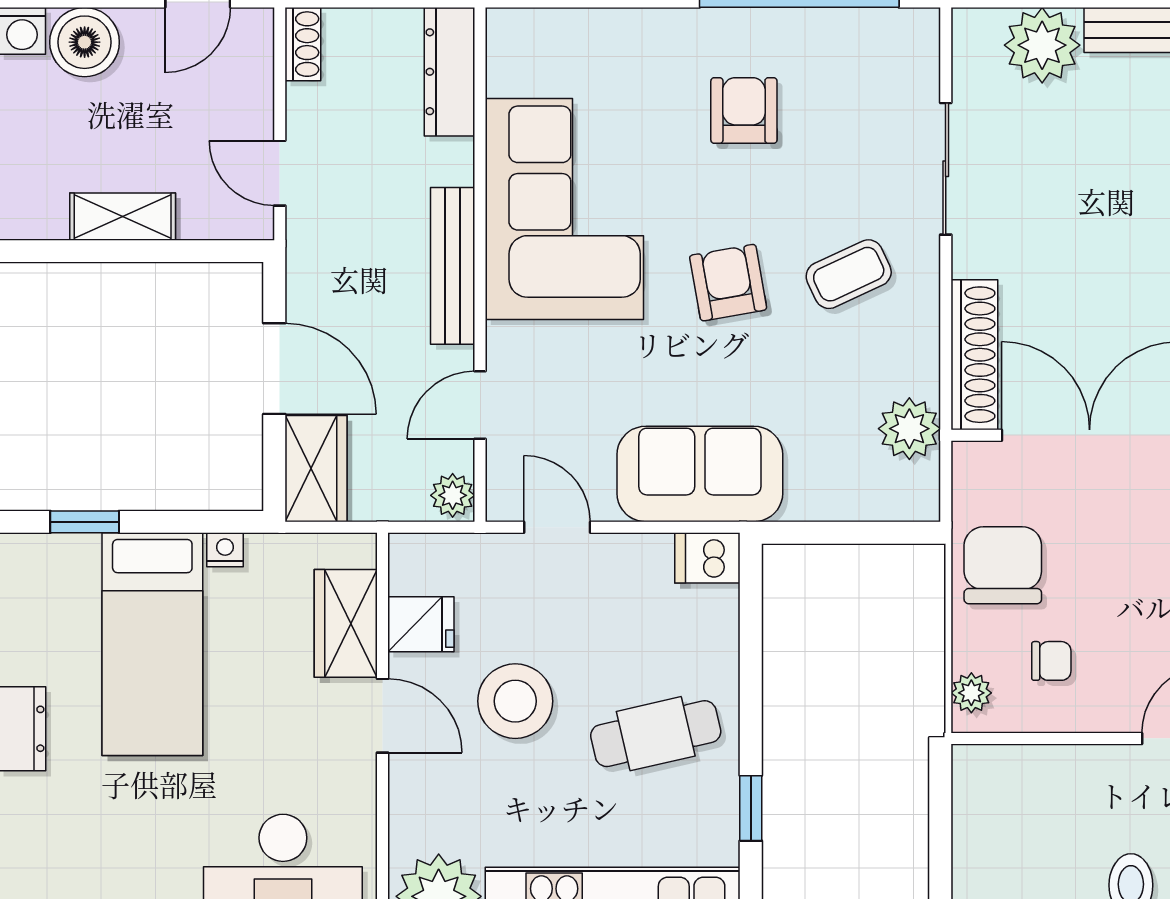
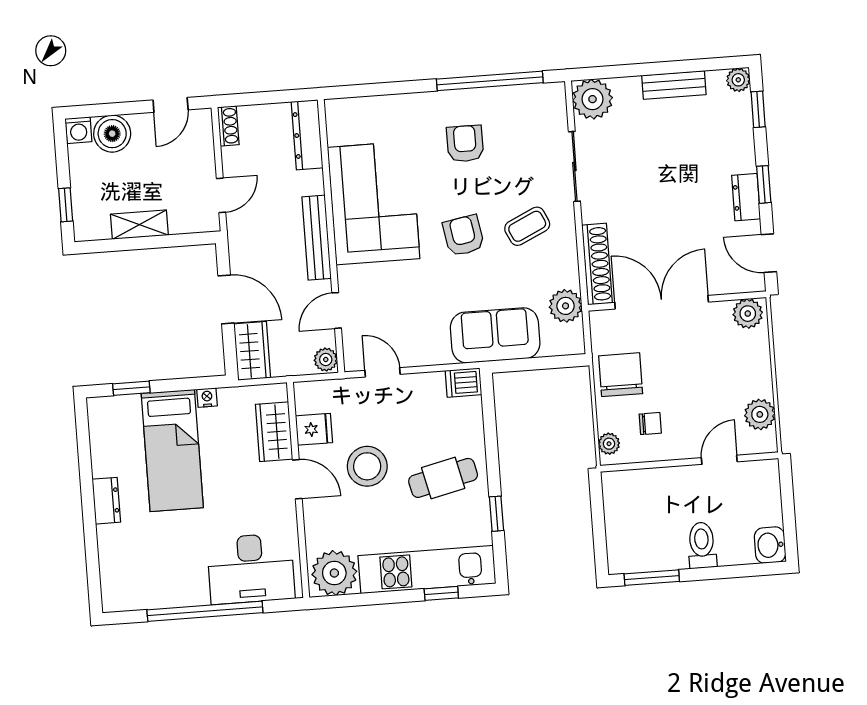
plant: (1042, 45) -> (592, 99), moved
door: (280, 173) -> (221, 195), swing flipped
sofa: (700, 474) -> (495, 335), moved

